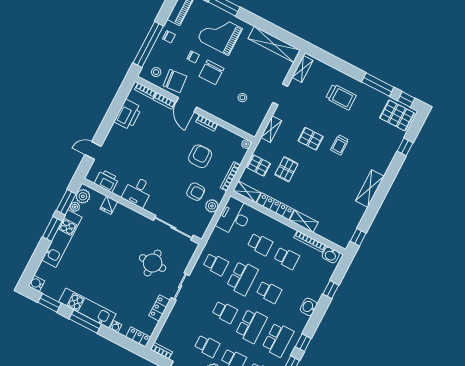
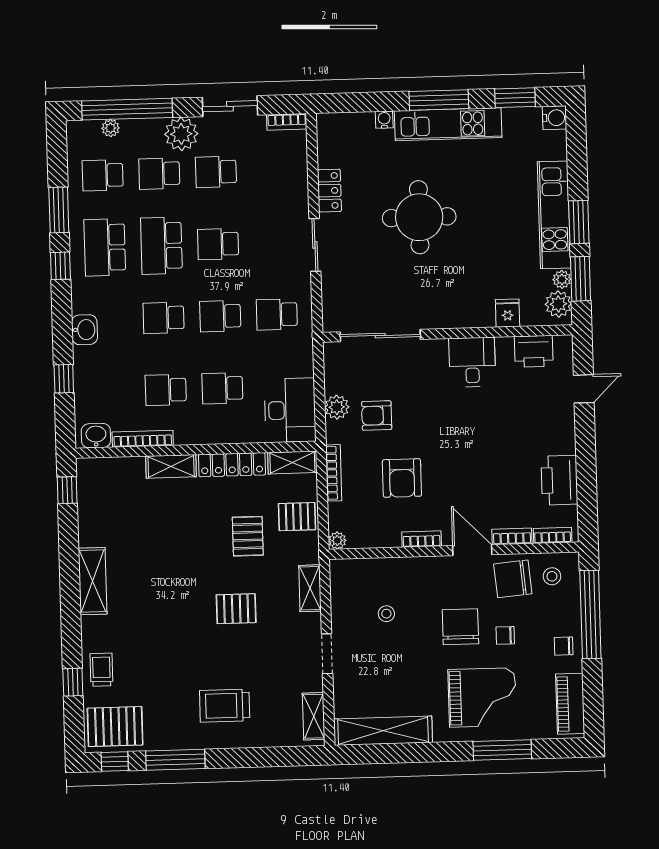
trolley: (340, 145) -> (101, 670), moved
round table: (153, 263) -> (419, 217), moved, width x1.36, depth x1.36
school desk: (242, 278) -> (220, 316), width x0.54
locker: (138, 337) -> (338, 123), removed

